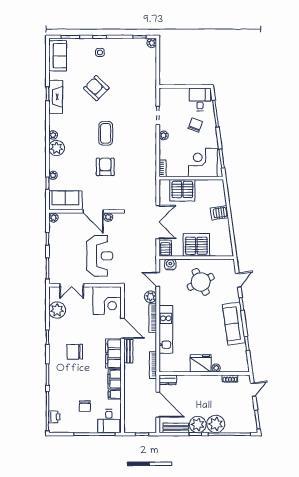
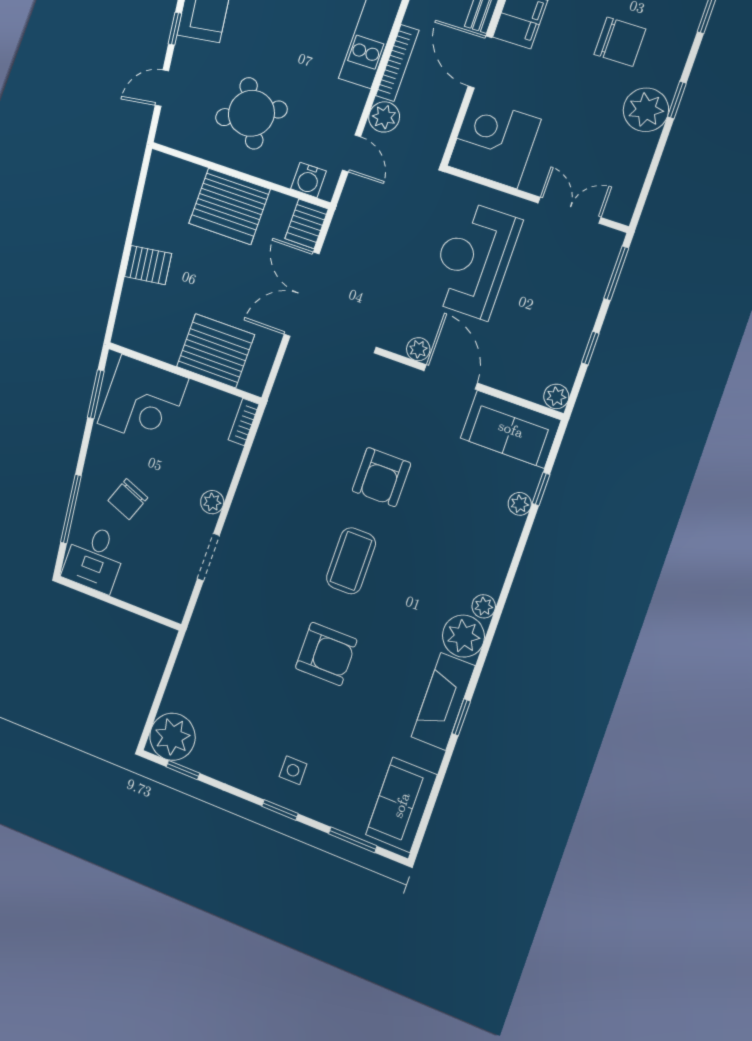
plant: (152, 43) -> (172, 737), width x1.88, depth x1.88
armchair: (96, 88) -> (326, 654), moved, turned -44
plant: (57, 148) -> (463, 636), moved
plant: (57, 310) -> (646, 110), moved

